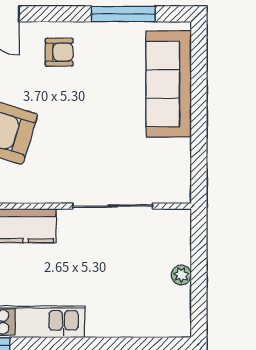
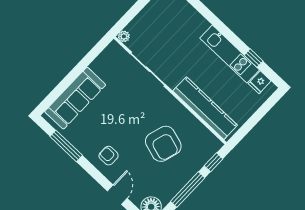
plant: (181, 275) -> (124, 36), moved

